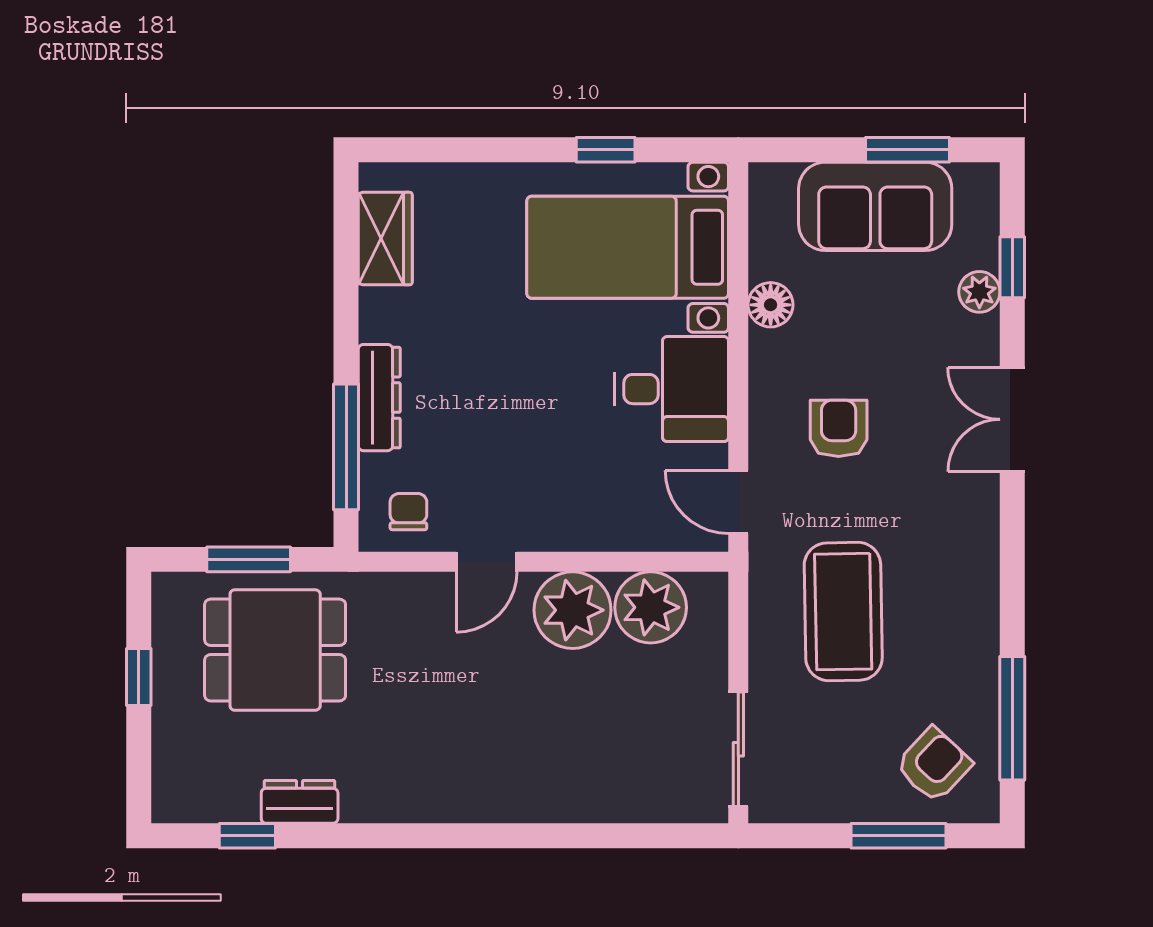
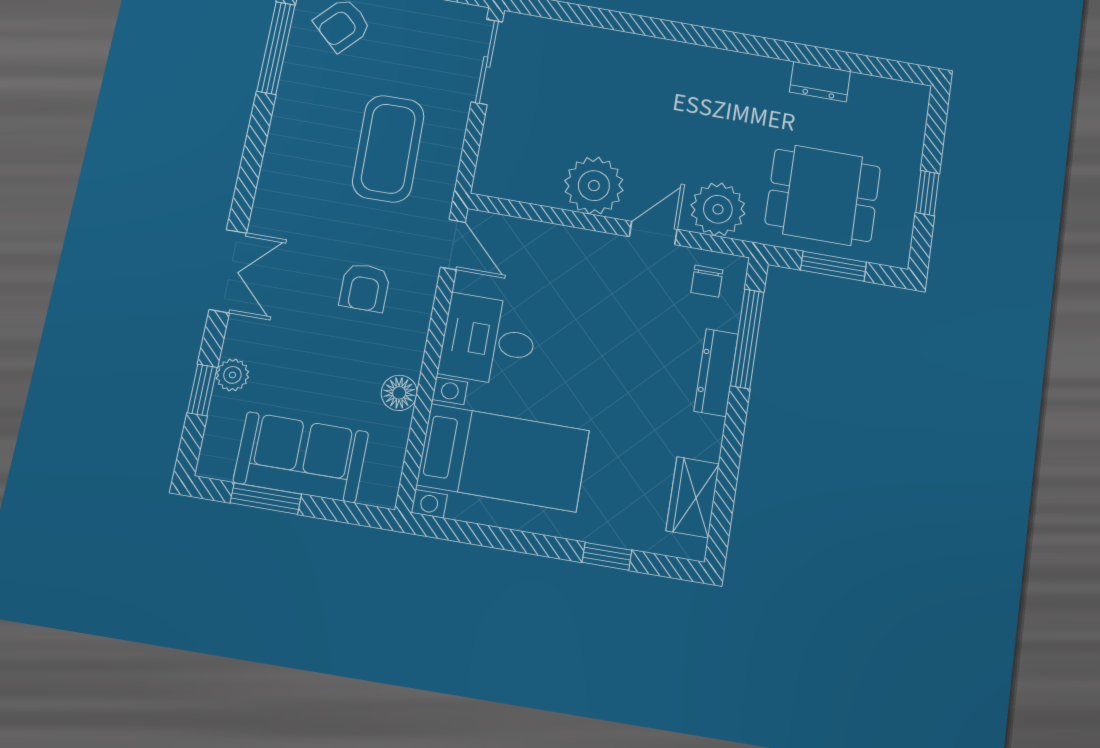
window: (606, 150) -> (607, 556), moved
plant: (651, 607) -> (718, 209), moved
window: (247, 836) -> (862, 64), removed

